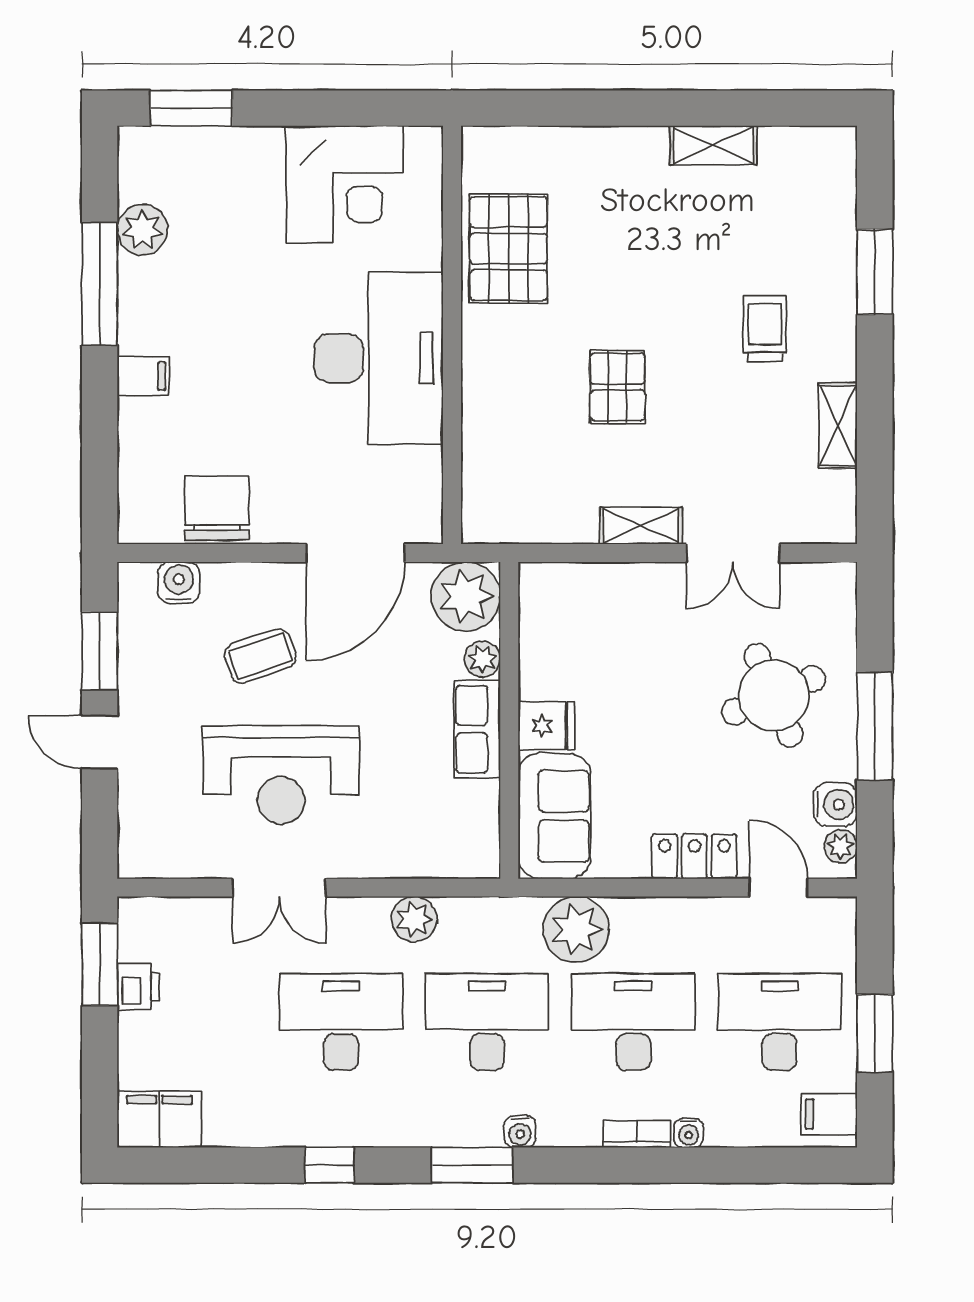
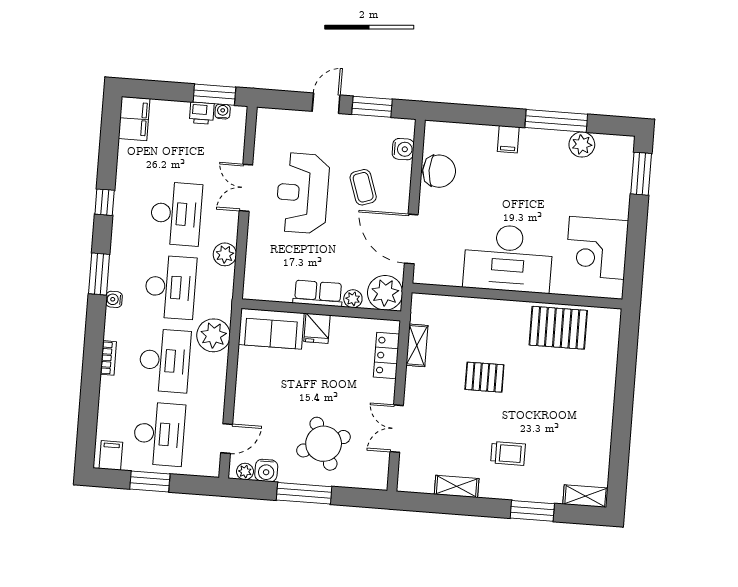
shelving: (713, 145) -> (585, 496), moved, turned 90
shelving: (641, 526) -> (417, 345), moved
locker: (694, 856) -> (386, 355), moved, turned 180
water cooler: (689, 1133) -> (223, 111), moved, turned 90

